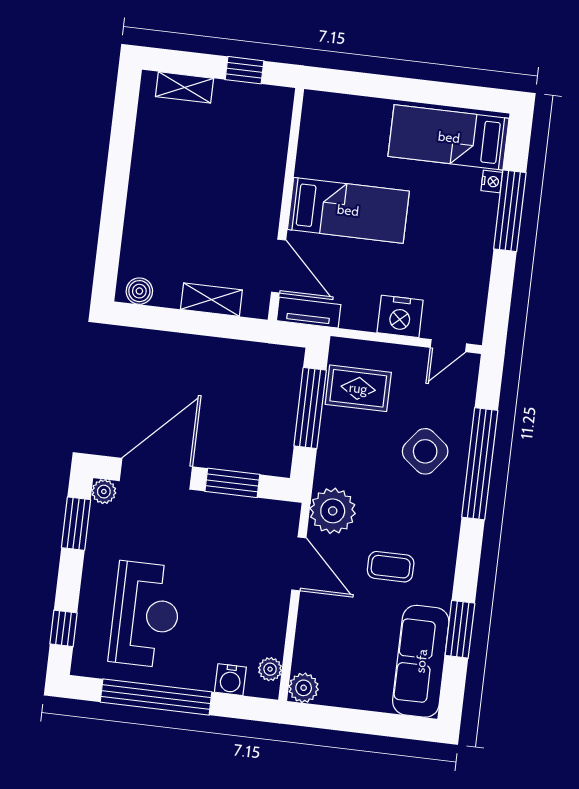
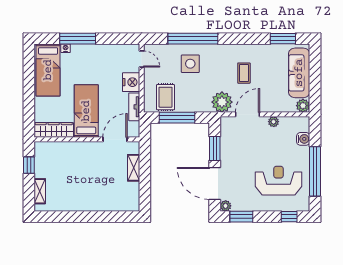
wardrobe: (316, 134) -> (54, 130), added
boiler: (139, 291) -> (134, 201), removed
tv unit: (309, 313) -> (134, 107), moved
side table: (425, 451) -> (190, 64), turned -38
window: (460, 629) -> (283, 39), moved
sofa: (421, 661) -> (299, 73), moved, turned 90
plant: (270, 669) -> (274, 122), moved

